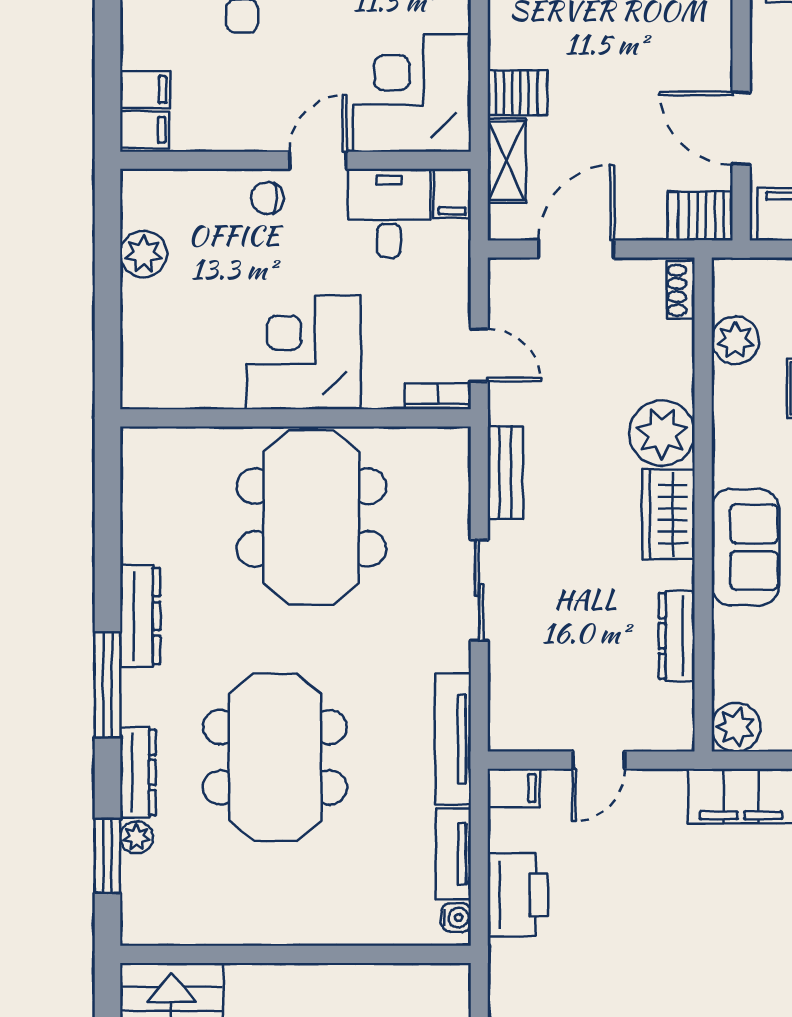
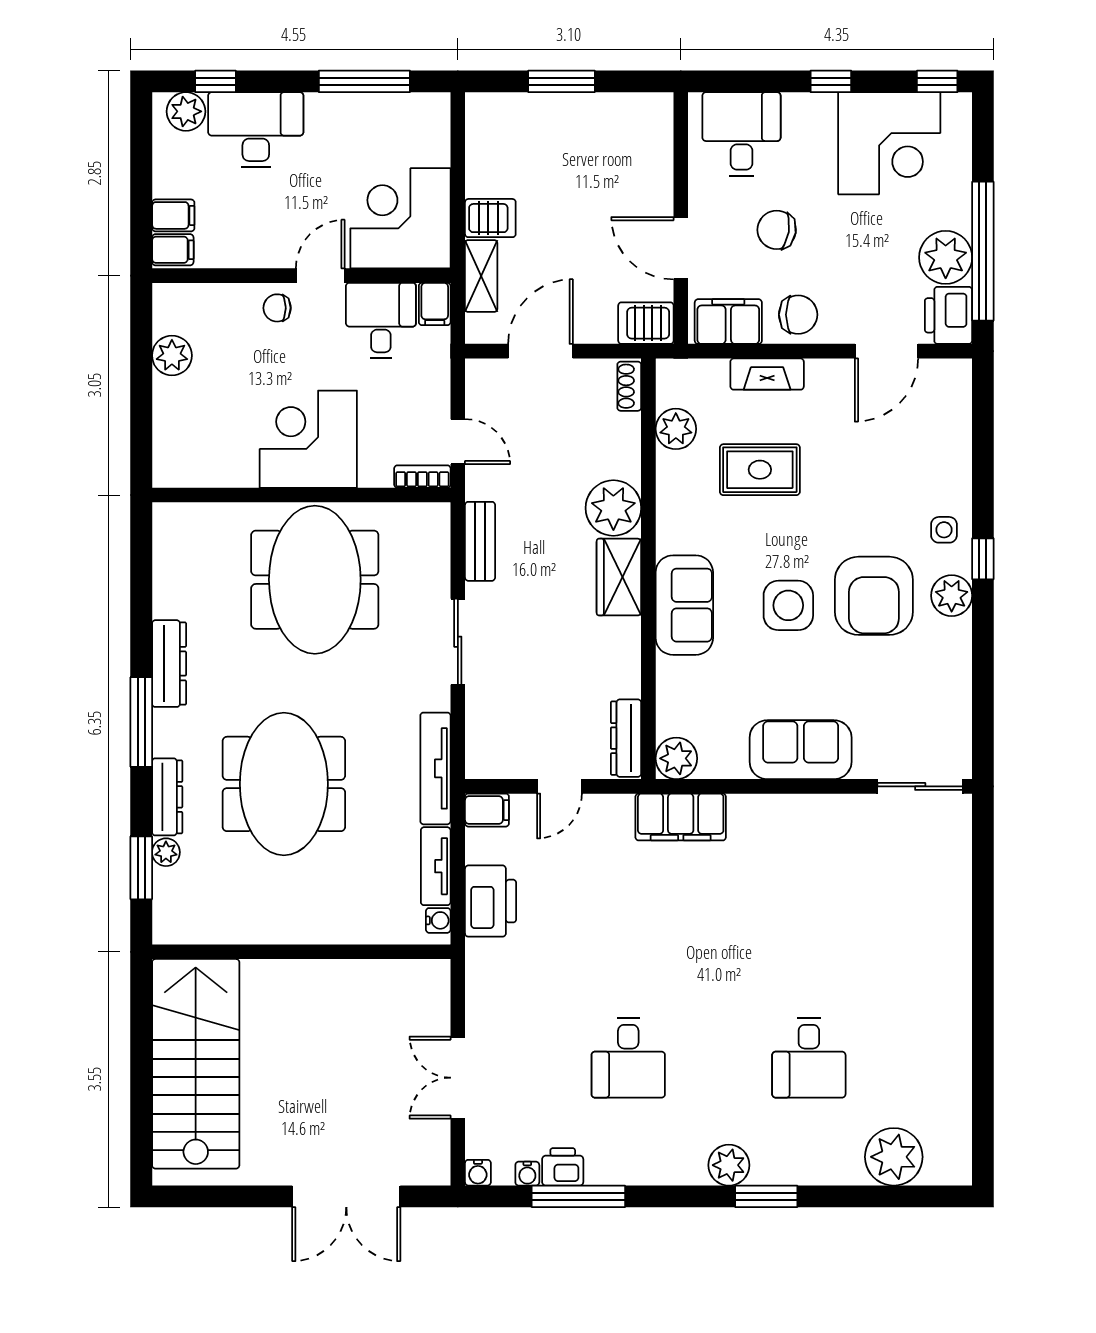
dresser: (677, 636) -> (626, 738), moved

